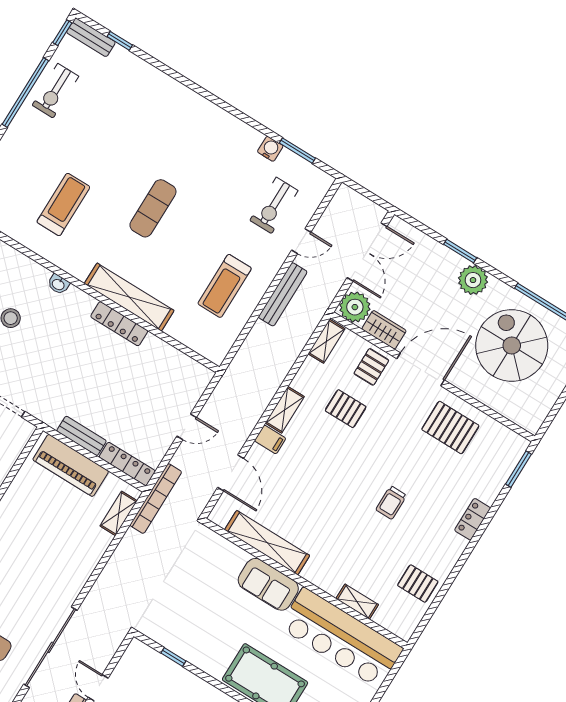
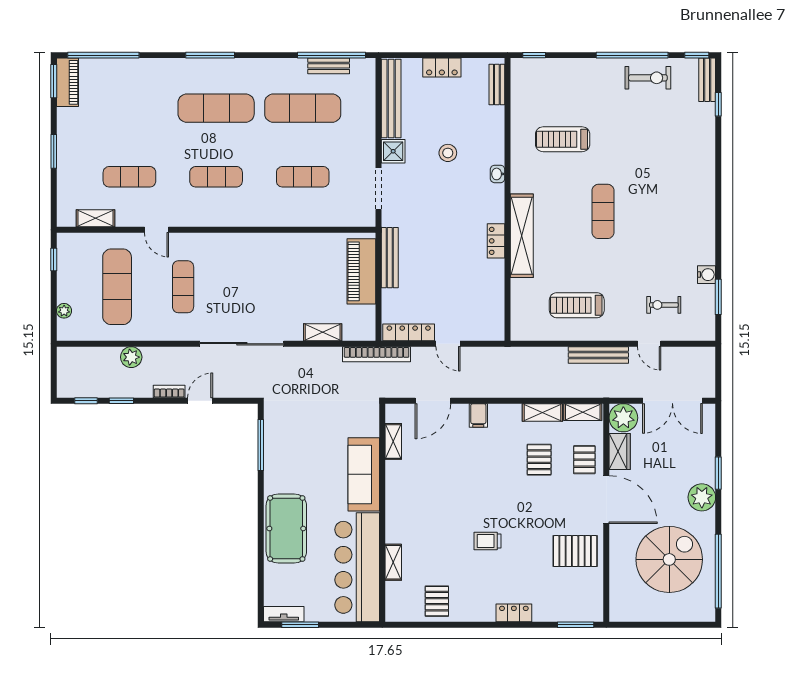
exercise bike: (55, 91) -> (648, 78), turned 180
treadmill: (63, 204) -> (563, 139), turned 180
exercise bike: (274, 205) -> (664, 305), width x0.73, depth x0.72
exercise mat: (153, 208) -> (603, 211), turned 90
locker: (119, 324) -> (496, 241), width x0.66
pallet: (371, 367) -> (584, 460), turned 90
shelving: (285, 410) -> (542, 412), moved
pallet: (450, 428) -> (575, 551), turned 90
bench: (82, 436) -> (390, 258), width x1.36
locker: (127, 464) -> (409, 332), moved, turned -90
shelving: (119, 513) -> (323, 332), moved
shelving: (267, 543) -> (393, 441), width x0.45, depth x0.75
sofa: (268, 584) -> (364, 474), width x1.36
sliding door: (50, 647) -> (242, 344), moved
window: (173, 657) -> (261, 445), width x2.17

